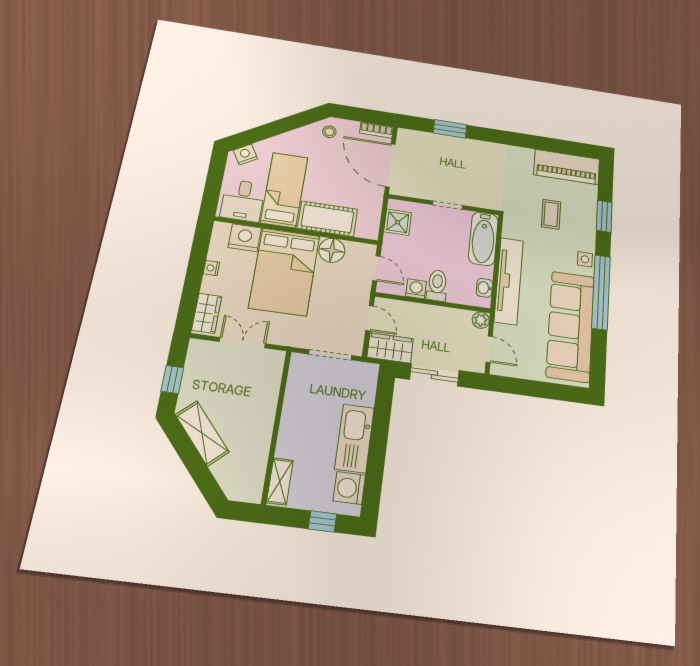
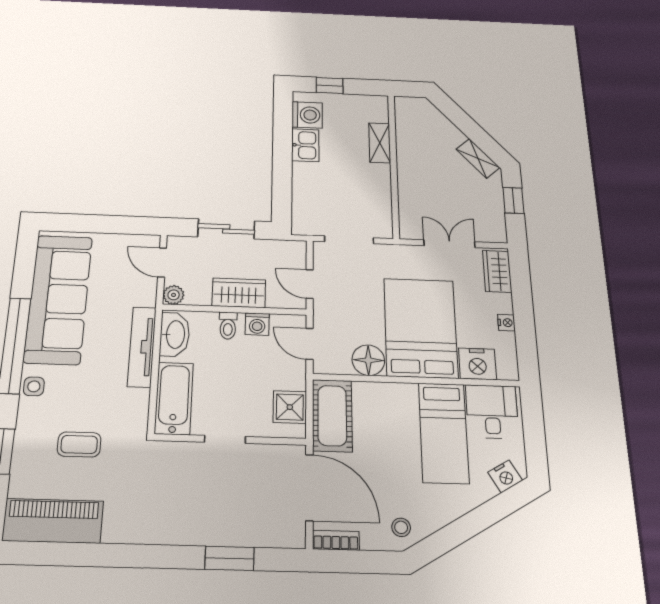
coffee table: (551, 214) -> (79, 444), turned 90
cot: (327, 219) -> (332, 416), moved, turned 90
tv unit: (509, 281) -> (142, 347), width x0.73, depth x0.78
toilet: (437, 285) -> (228, 326), width x0.73, depth x0.72
washbasin: (484, 288) -> (175, 334), width x1.91, depth x1.45
double door: (242, 343) -> (449, 244), swing flipped
wardrobe: (390, 348) -> (239, 293), moved, turned 180
shelving: (202, 433) -> (478, 158), width x0.67, depth x0.75
kitchen sink: (355, 438) -> (305, 145), width x0.53, depth x0.81
shelving: (280, 481) -> (380, 143), moved

